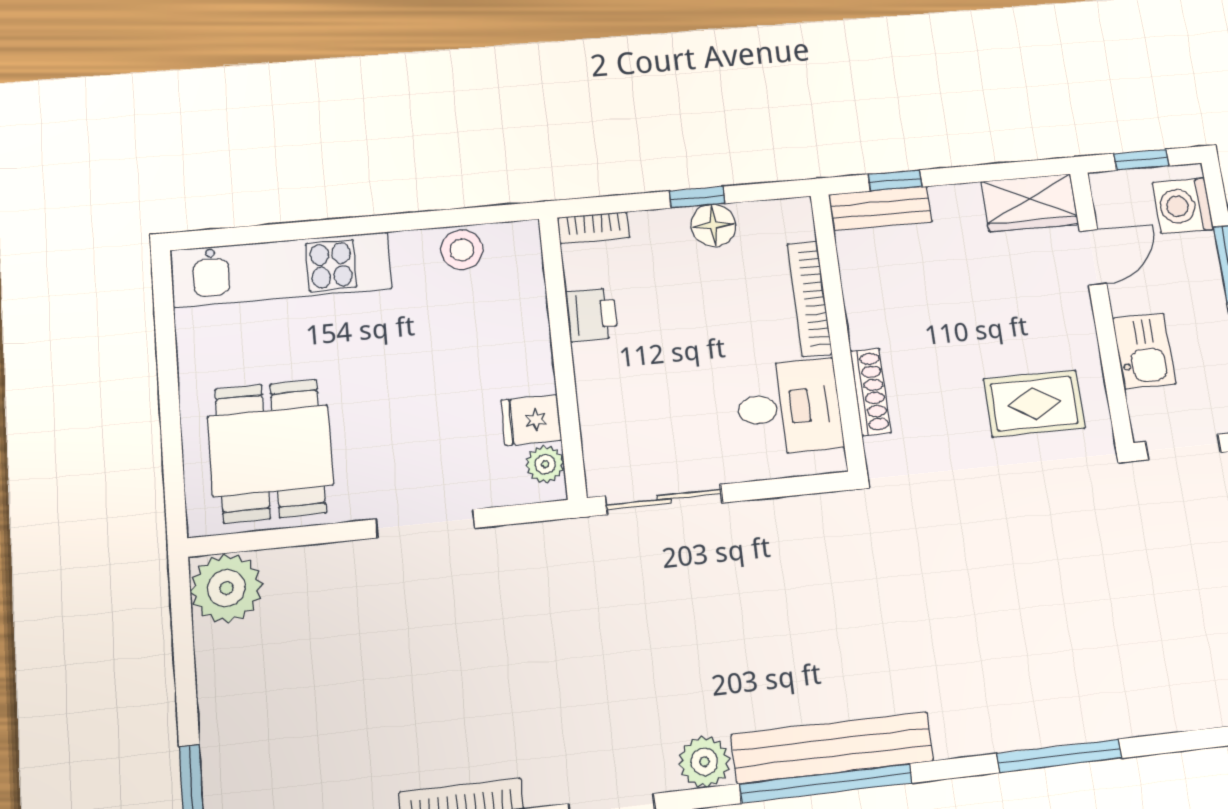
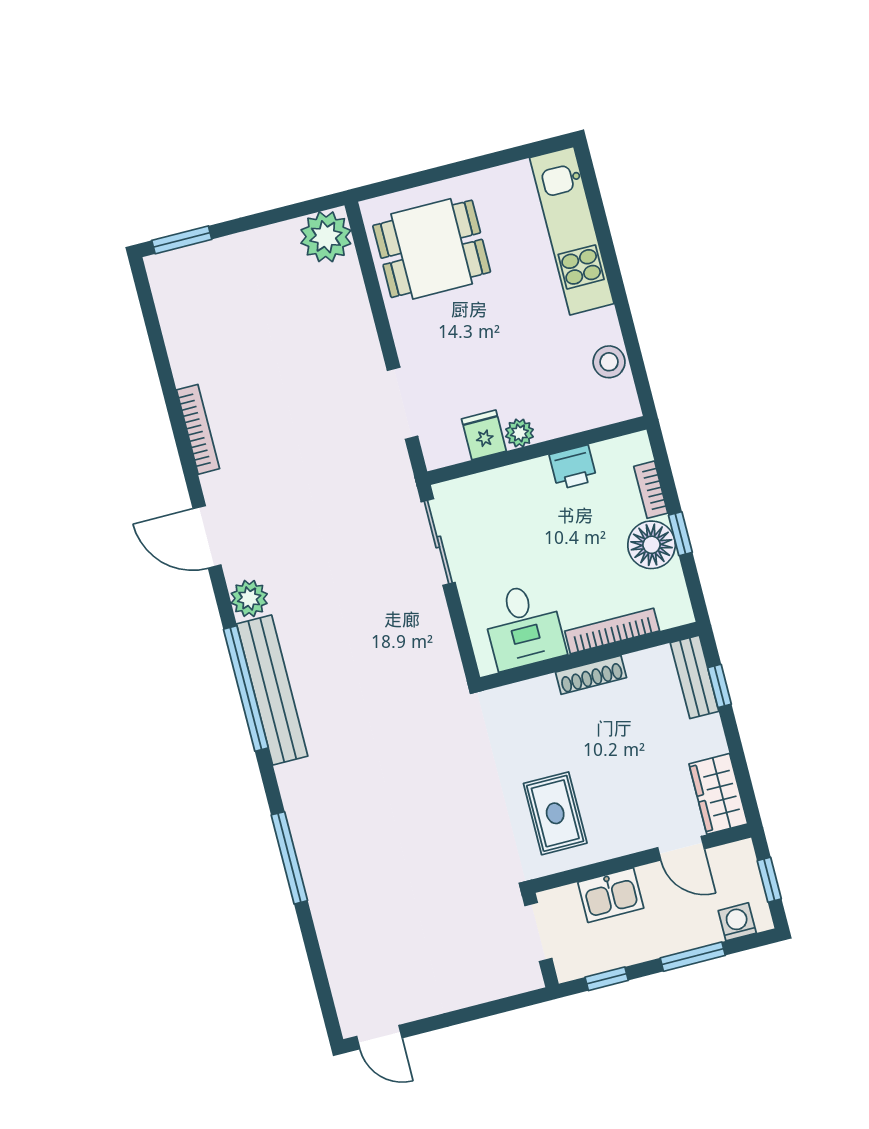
washing machine: (1183, 206) -> (737, 922), width x0.73, depth x0.73
floor lamp: (713, 225) -> (652, 545), width x1.38, depth x1.38
bookcase: (593, 228) -> (651, 490), moved
shoe rack: (871, 392) -> (591, 675), moved
plant: (545, 464) -> (519, 433), moved
doorway: (425, 524) -> (403, 403), moved

